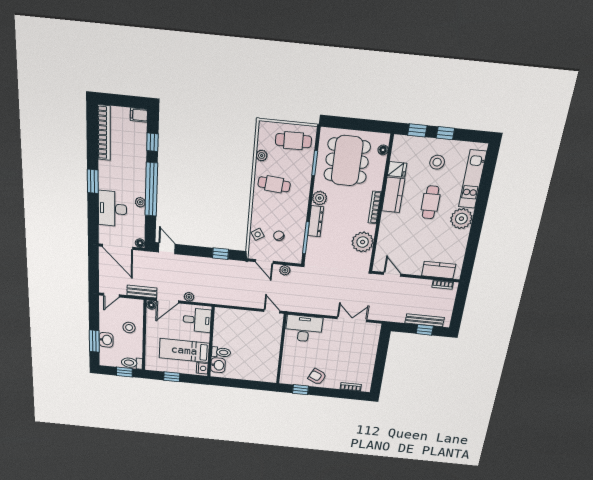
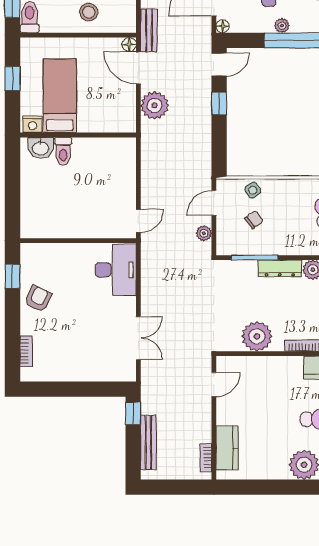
window: (221, 254) -> (219, 103), moved
plant: (189, 297) -> (155, 105), width x1.88, depth x1.88
desk: (197, 320) -> (112, 113), removed
window: (425, 330) -> (133, 413), moved

